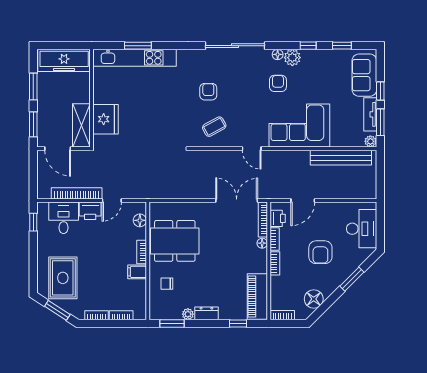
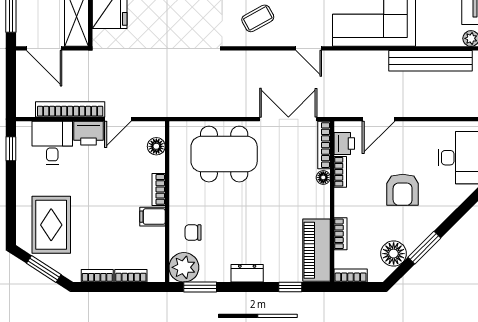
dining table: (175, 241) -> (224, 154), moved
bookcase: (275, 263) -> (340, 234), moved
window: (352, 279) -> (424, 248), moved
plant: (188, 314) -> (184, 267), moved, width x1.88, depth x1.88

